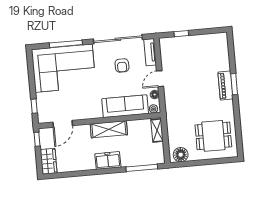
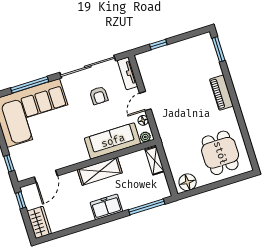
window: (234, 84) -> (218, 49), moved
dining table: (213, 136) -> (220, 153), turned 90

